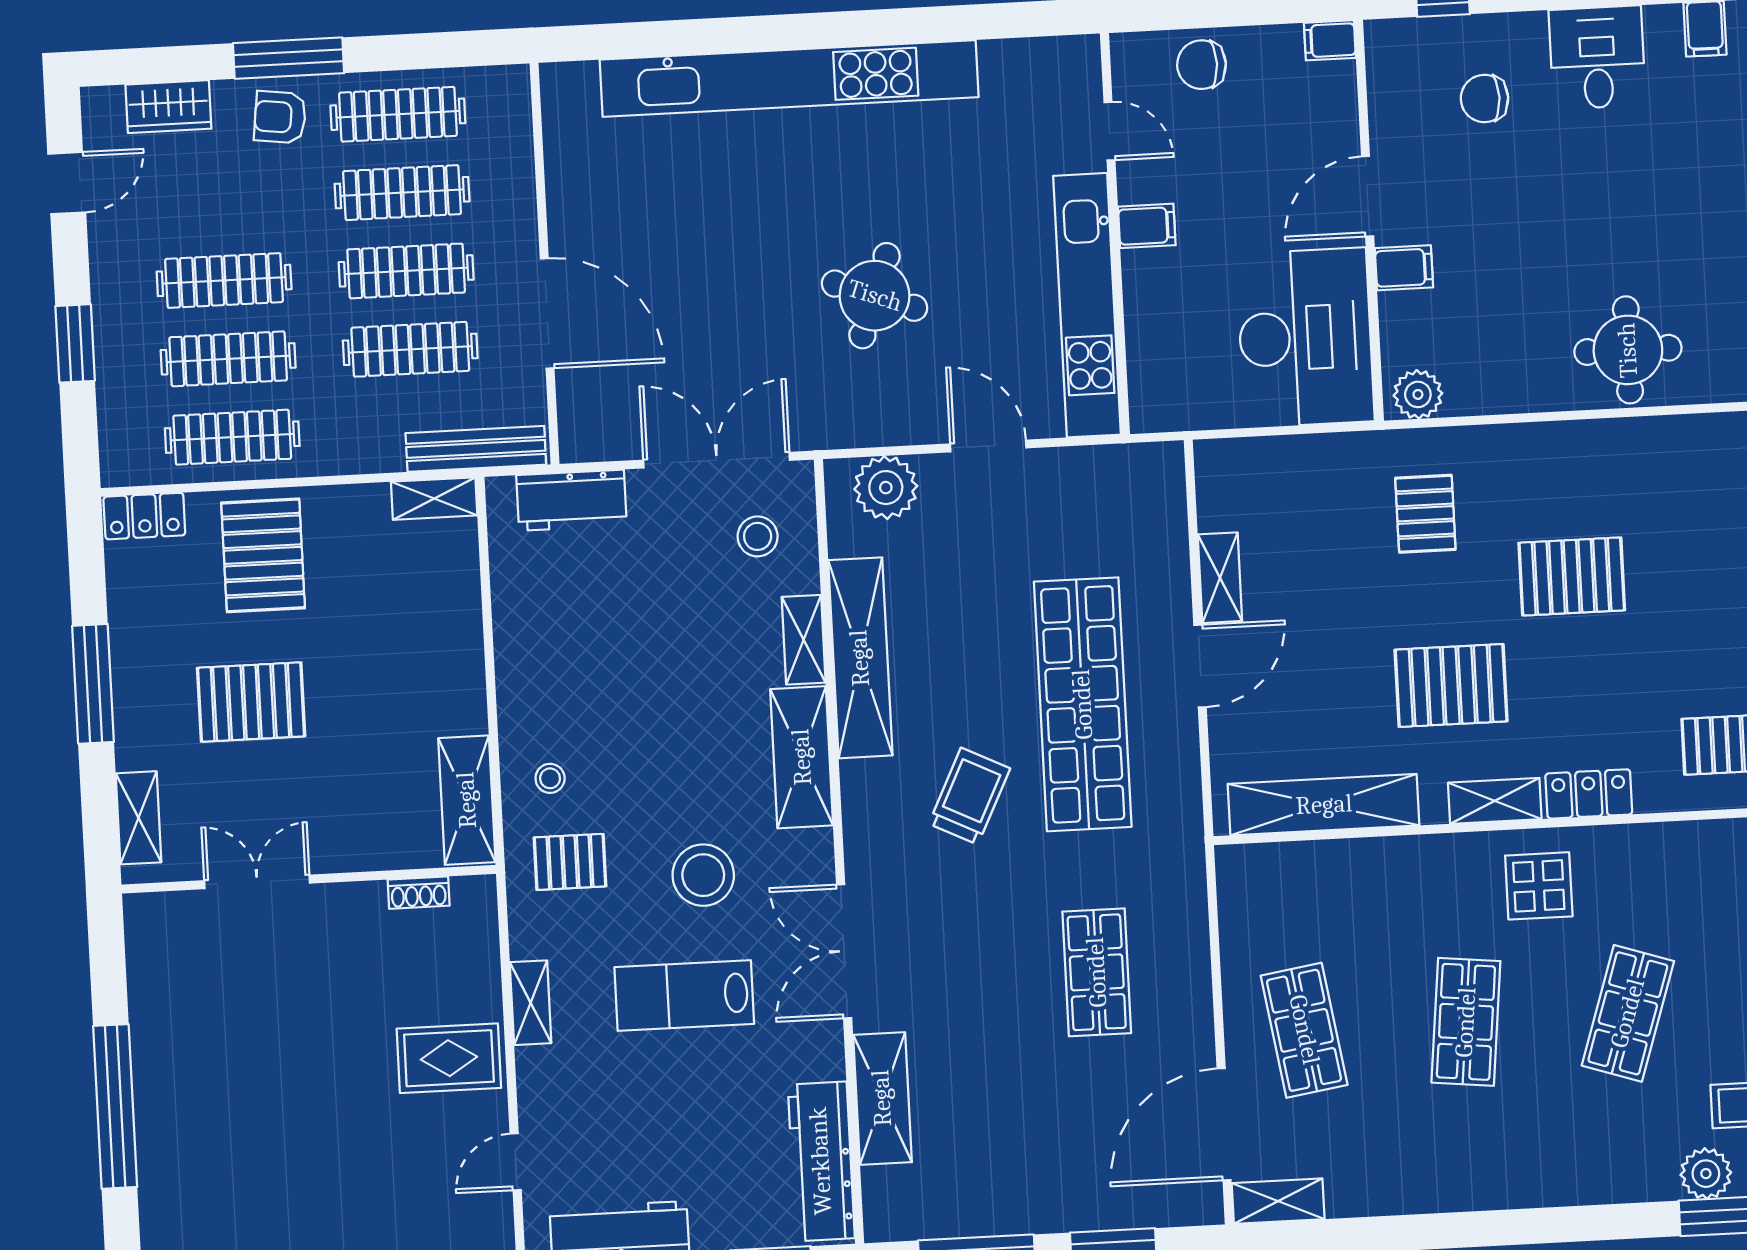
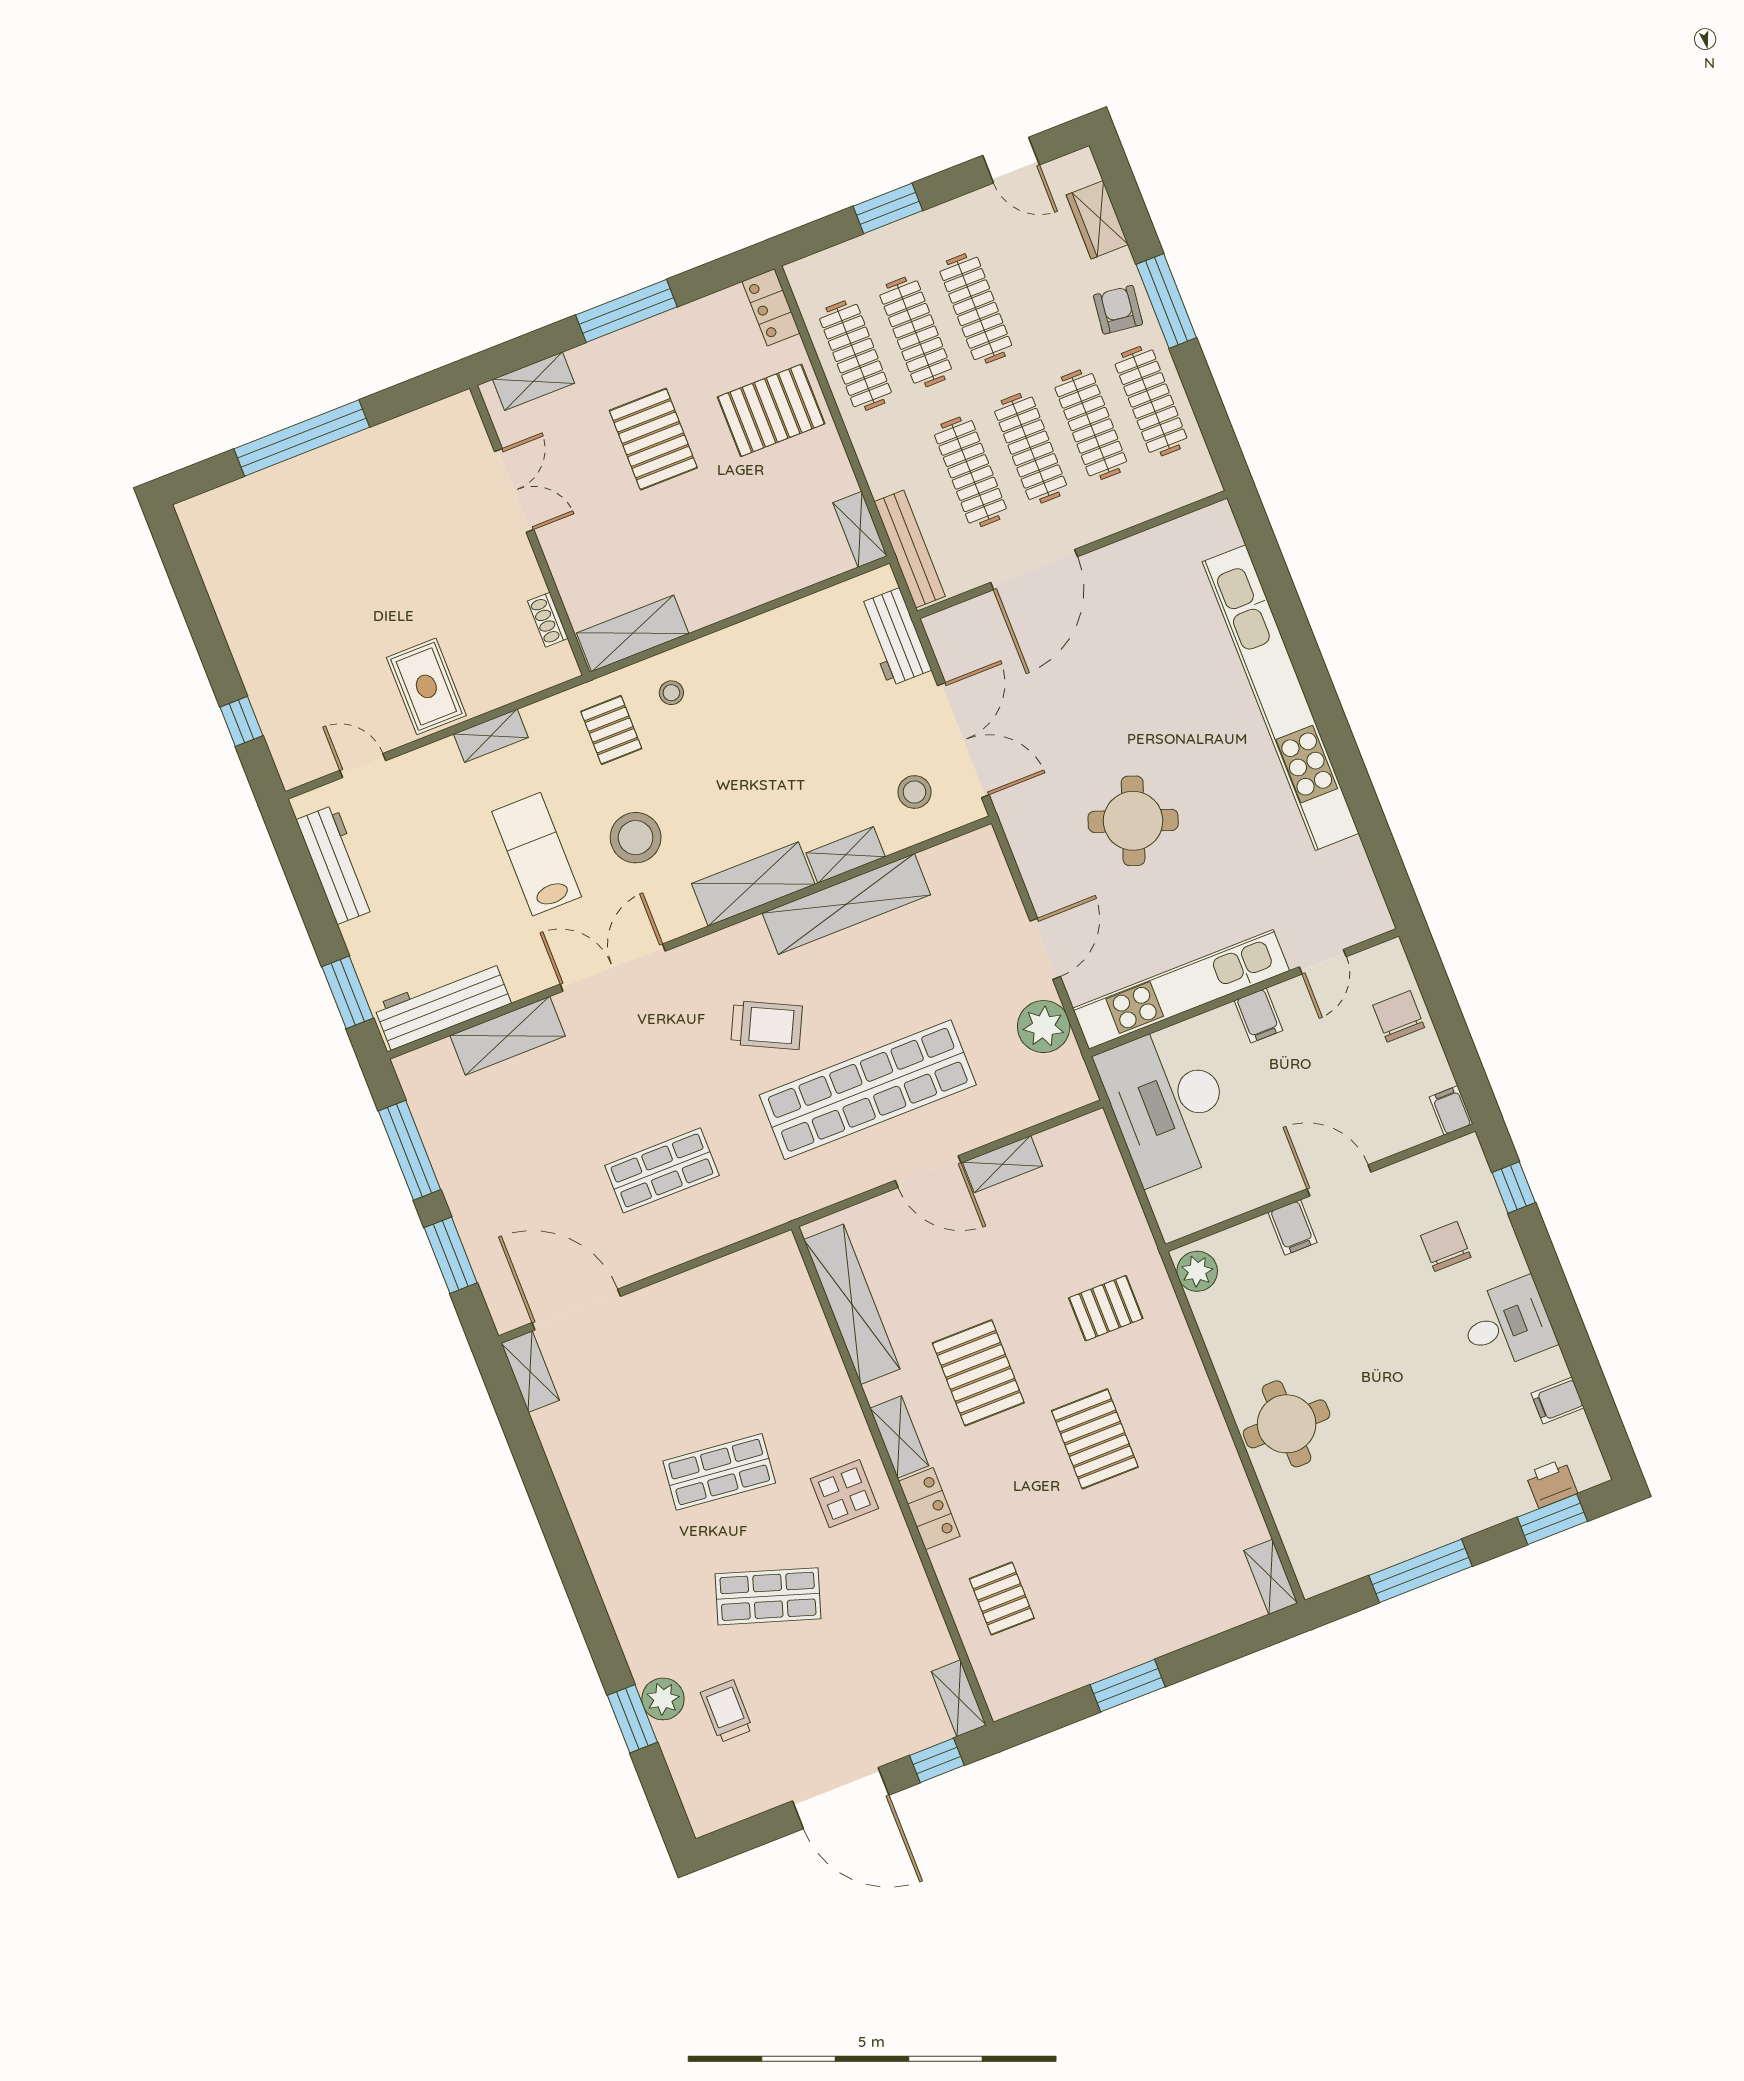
desk: (1305, 338) -> (1167, 1104), moved, turned 90
plant: (886, 488) -> (1044, 1027), moved
shop shelf: (1304, 1030) -> (670, 1348), removed

